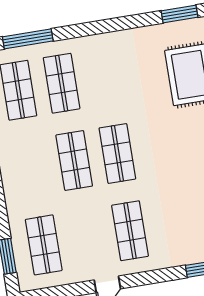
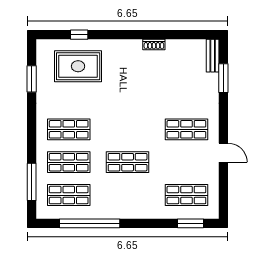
window: (179, 14) -> (32, 79), moved
shop shelf: (117, 153) -> (69, 129), moved

